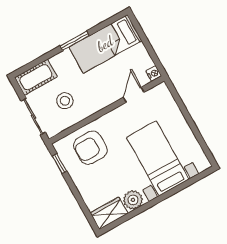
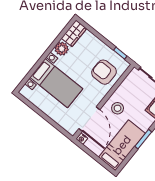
door: (134, 95) -> (89, 119), width x1.87
stool: (65, 101) -> (118, 108), moved
armchair: (90, 148) -> (104, 72), turned -90

